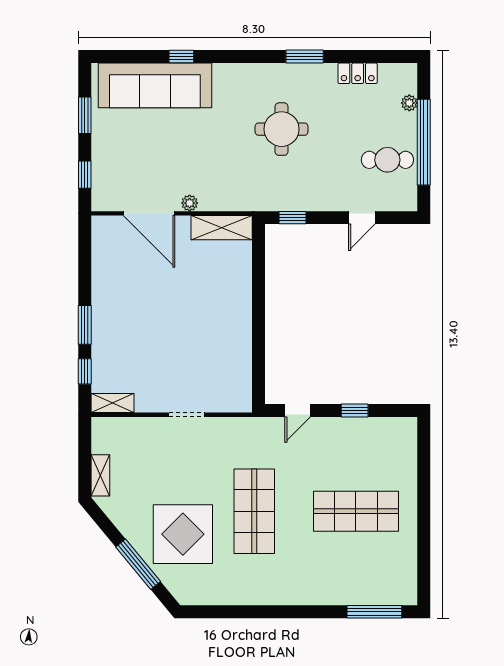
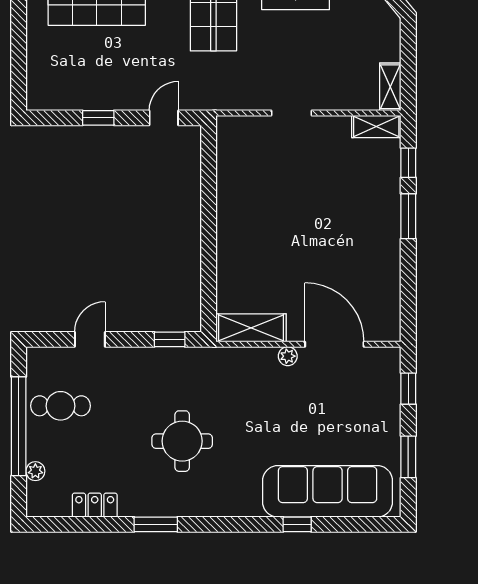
shelving: (100, 475) -> (390, 87), moved

